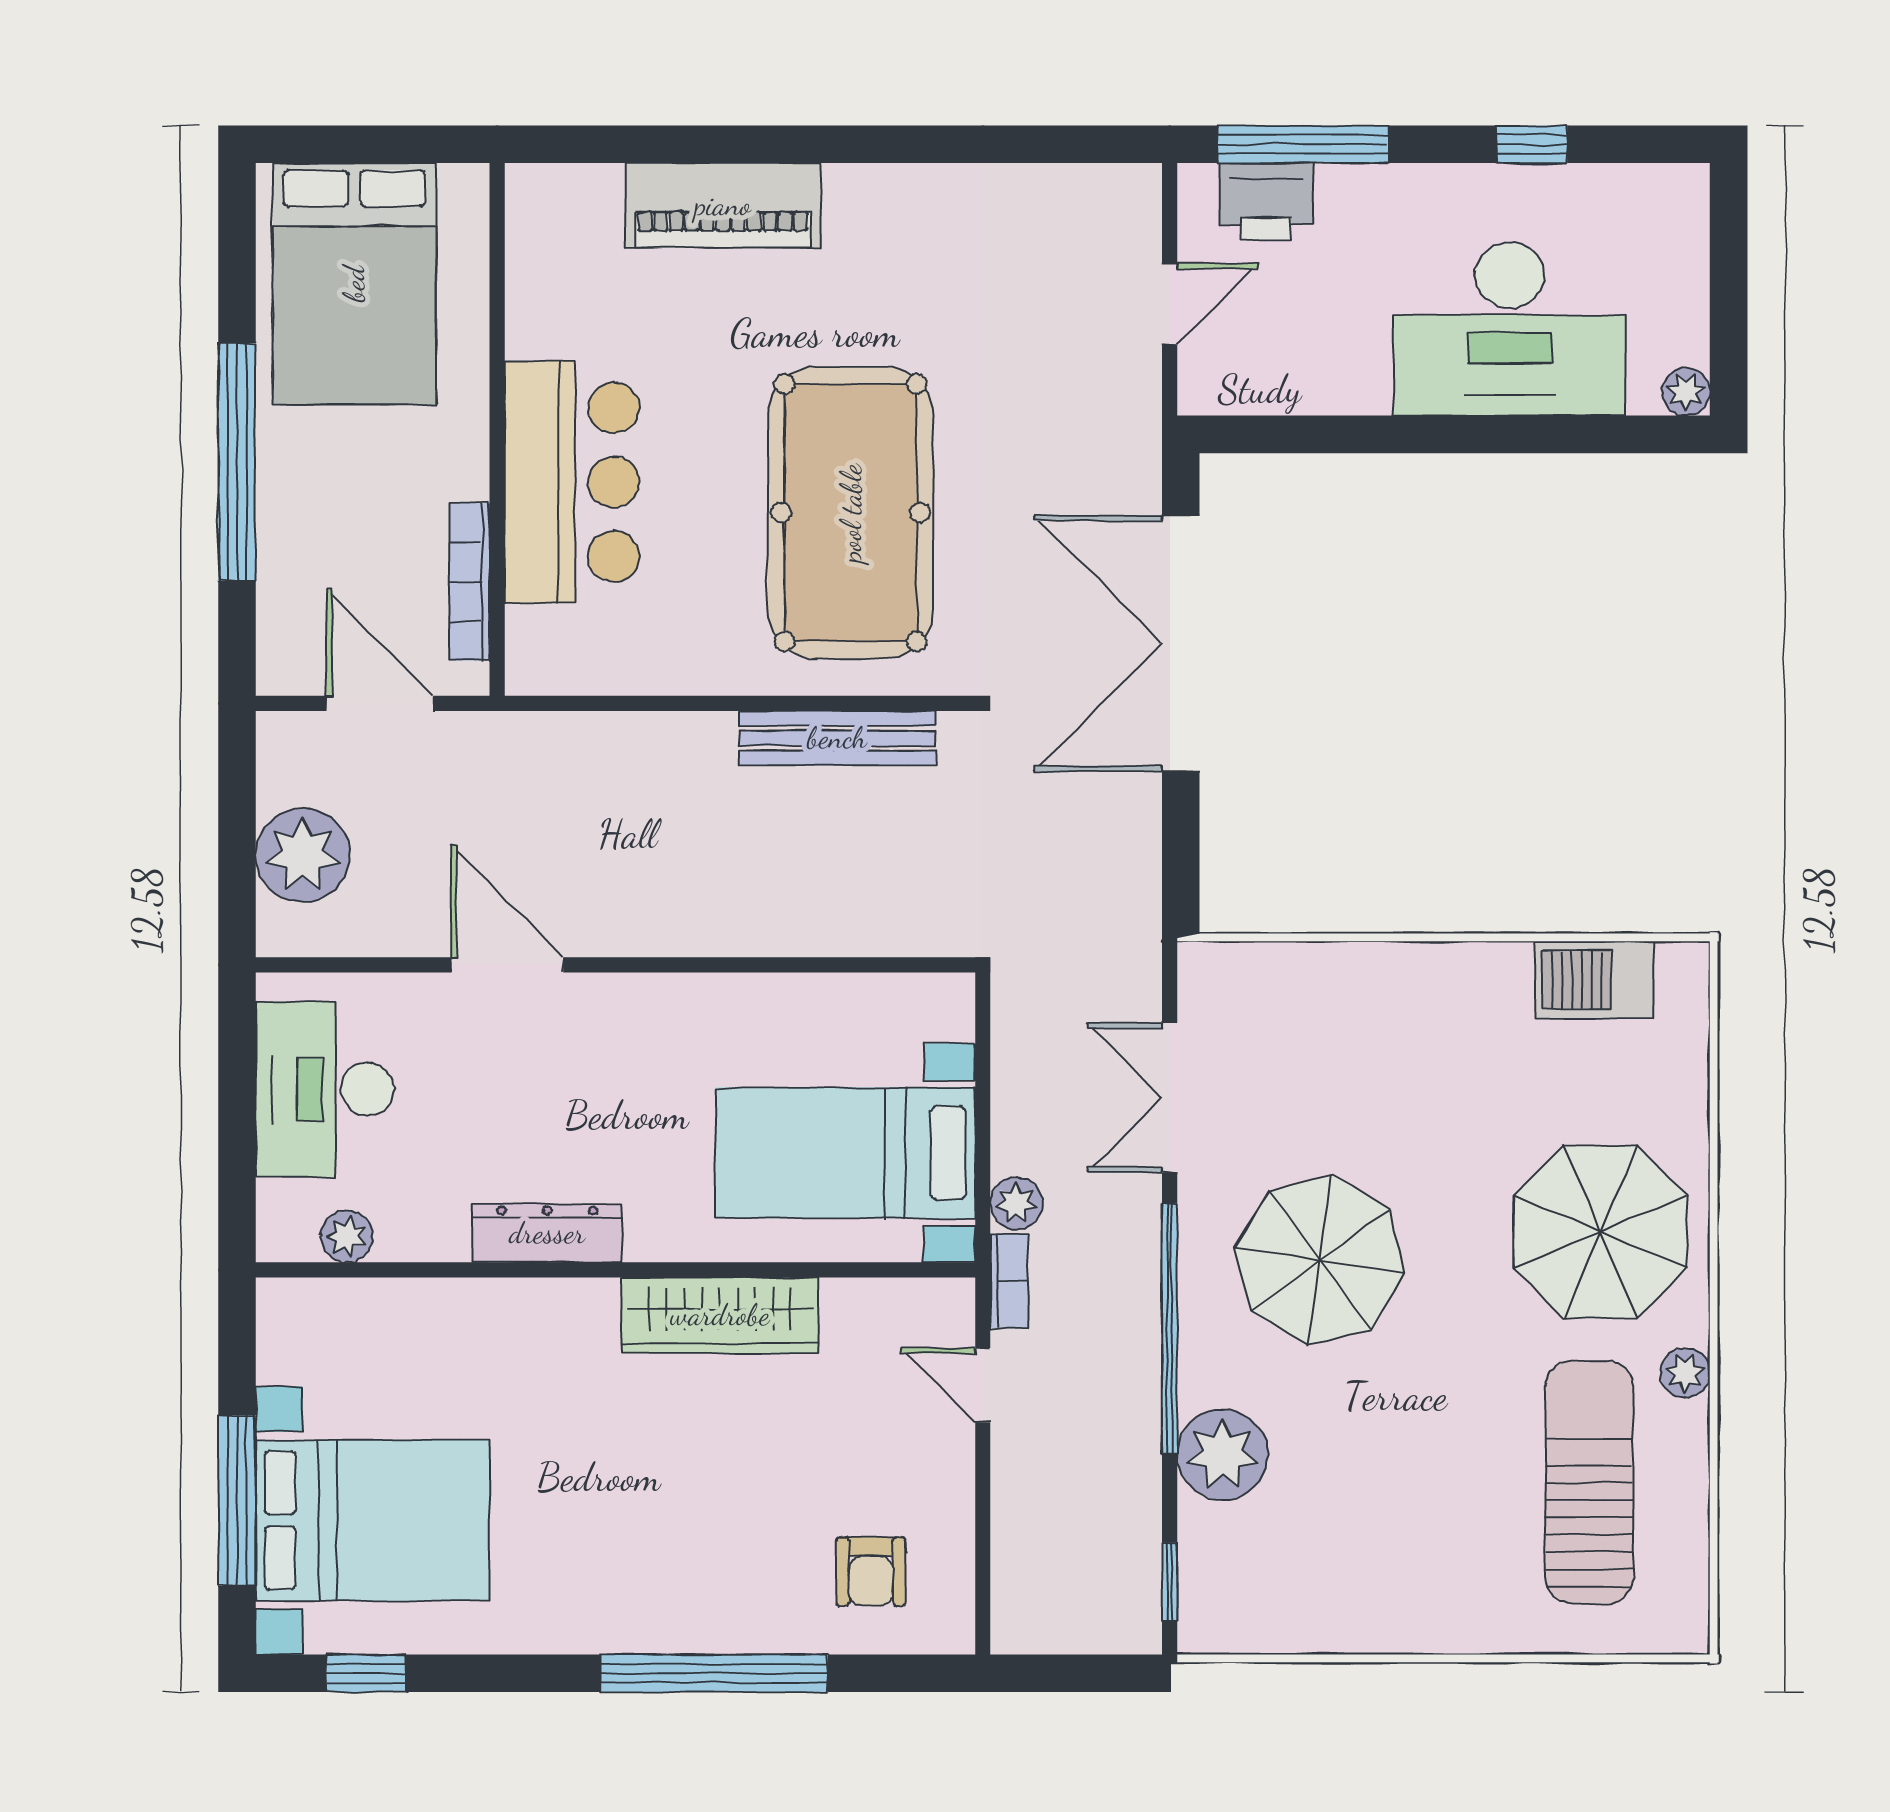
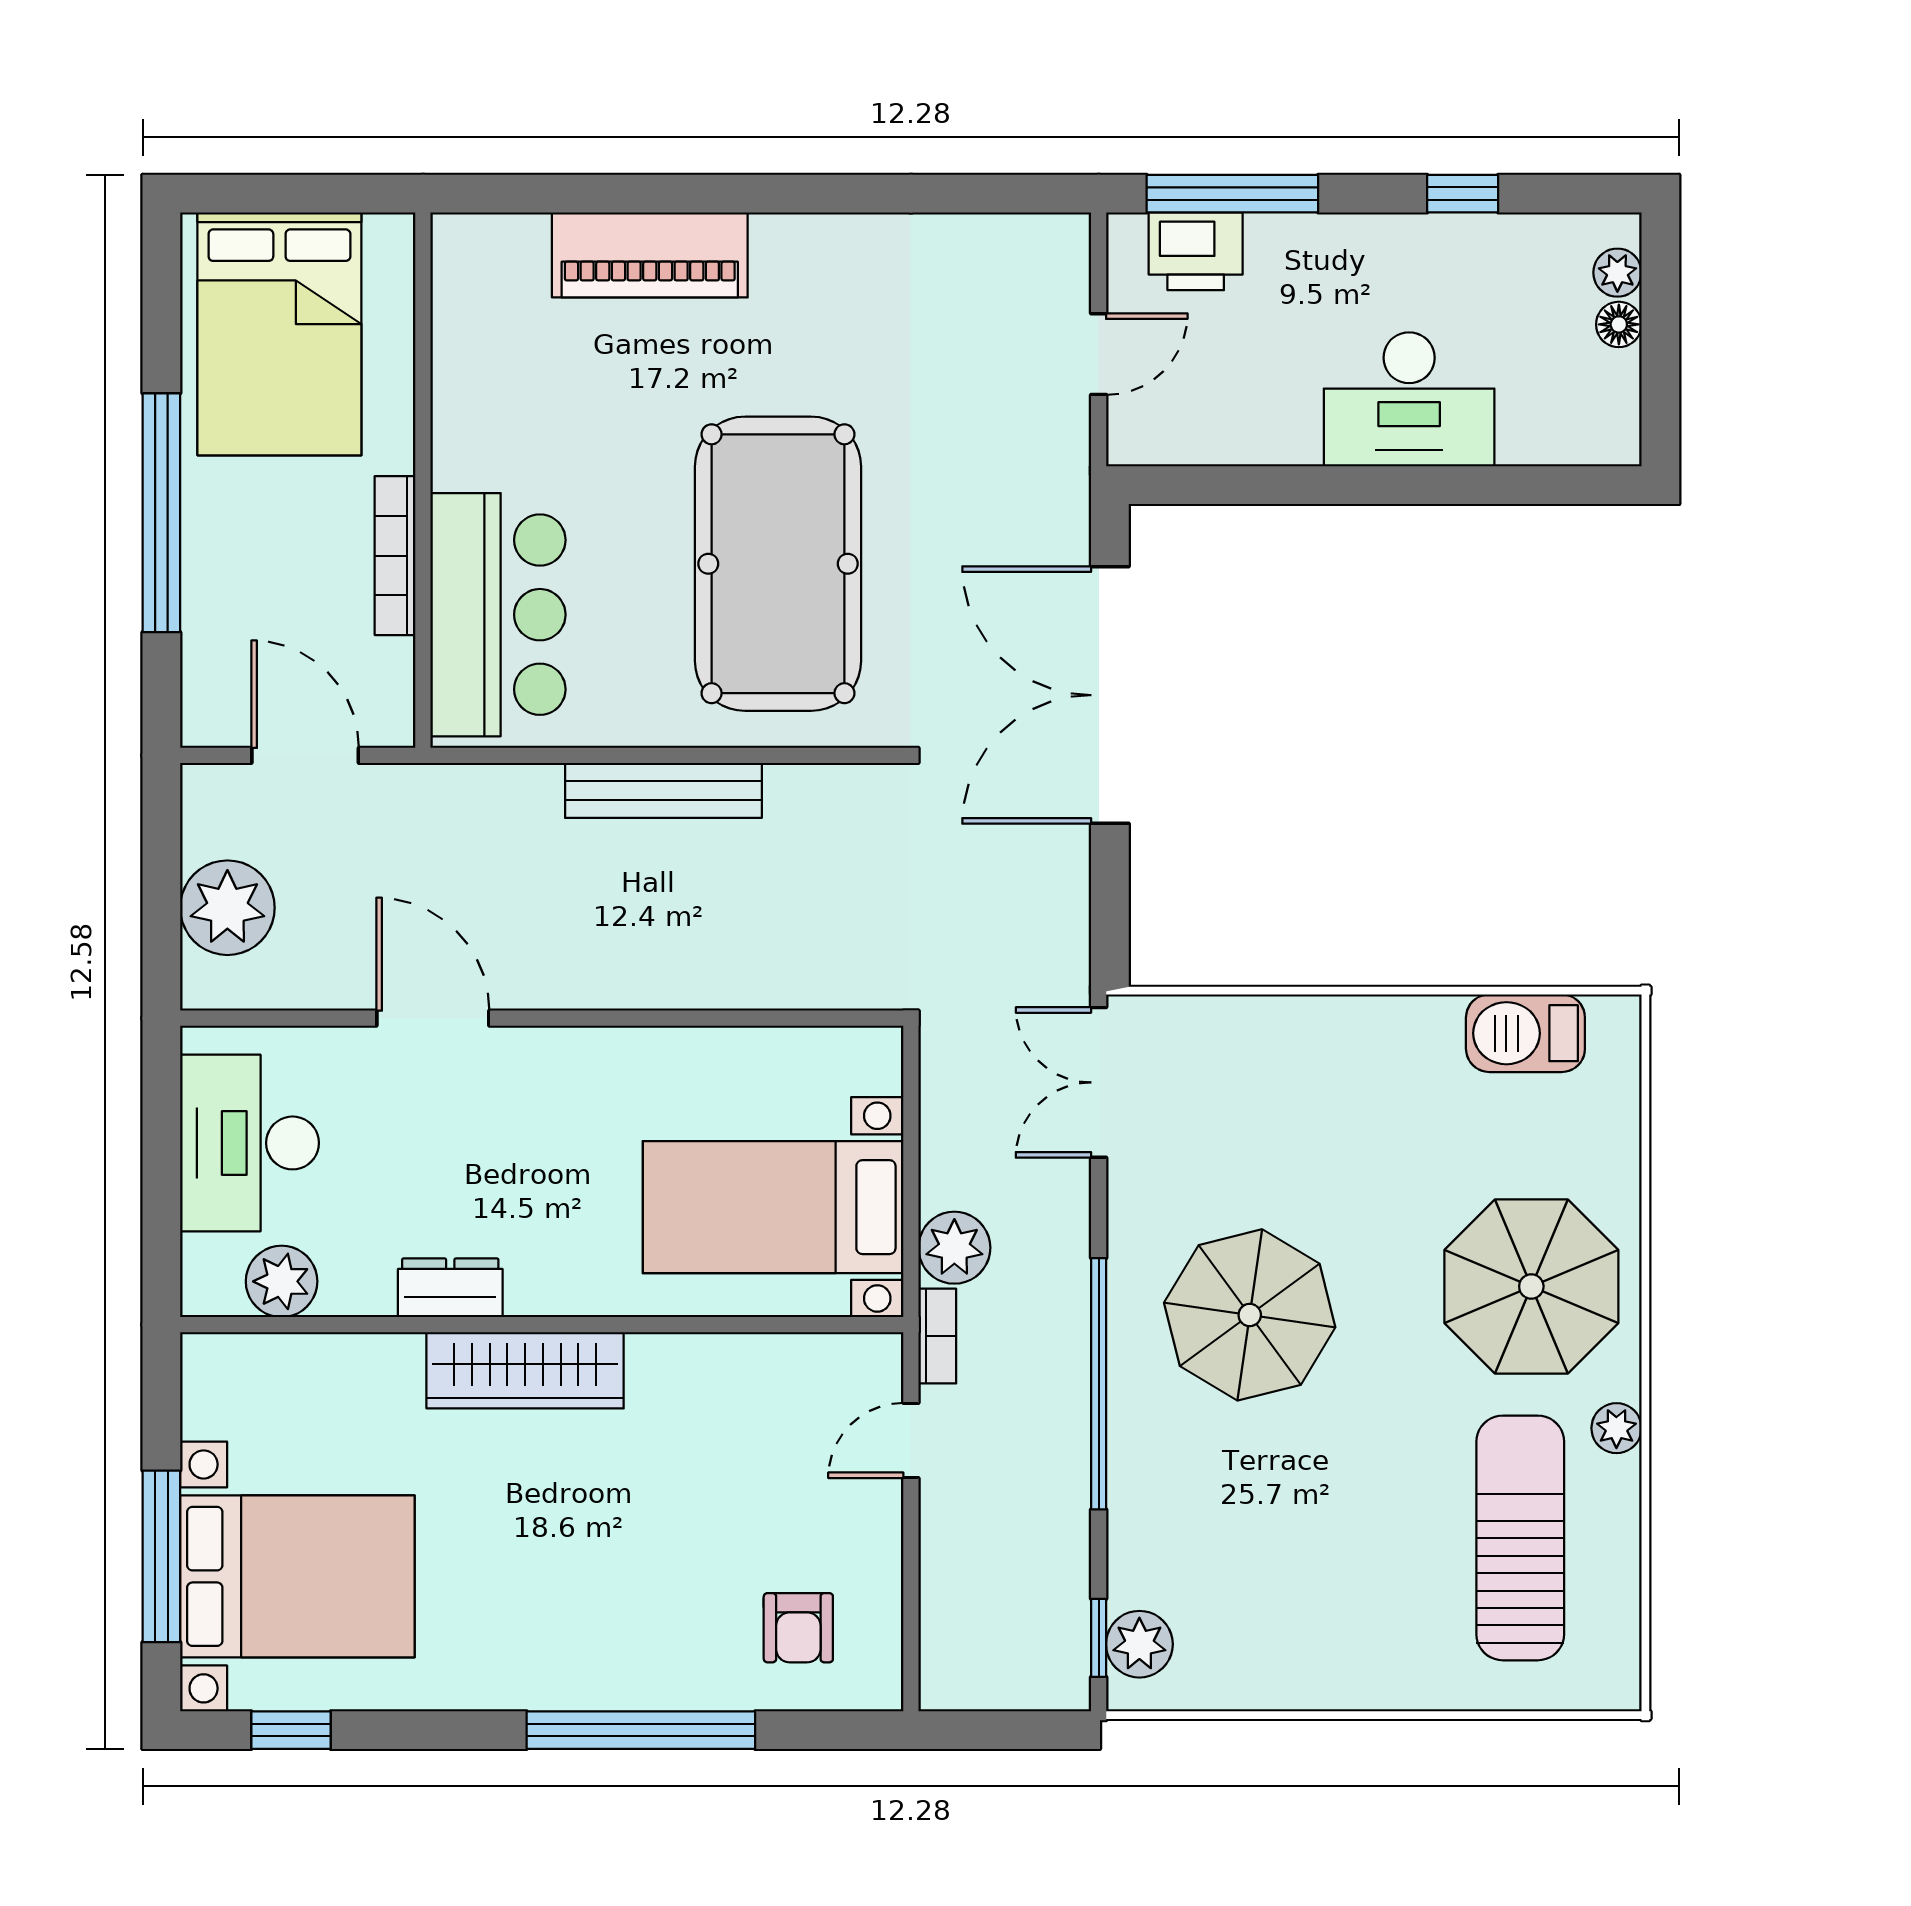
floor lamp: (1687, 274) -> (1619, 324), added
desk: (1510, 329) -> (1409, 399), width x0.73, depth x0.77
plant: (1686, 392) -> (1617, 273), moved
bar counter: (572, 482) -> (498, 615), moved
bookcase: (469, 582) -> (395, 556), moved
bench: (837, 738) -> (663, 790), moved
double door: (1170, 1098) -> (1099, 1082), moved
plant: (1016, 1203) -> (954, 1248), width x1.38, depth x1.38
dresser: (547, 1233) -> (450, 1288), width x0.70
plant: (347, 1237) -> (282, 1281), width x1.38, depth x1.38
wardrobe: (720, 1315) -> (525, 1370), moved
door: (983, 1385) -> (911, 1441), hinge flipped
plant: (1222, 1455) -> (1139, 1644), moved, width x0.73, depth x0.73

